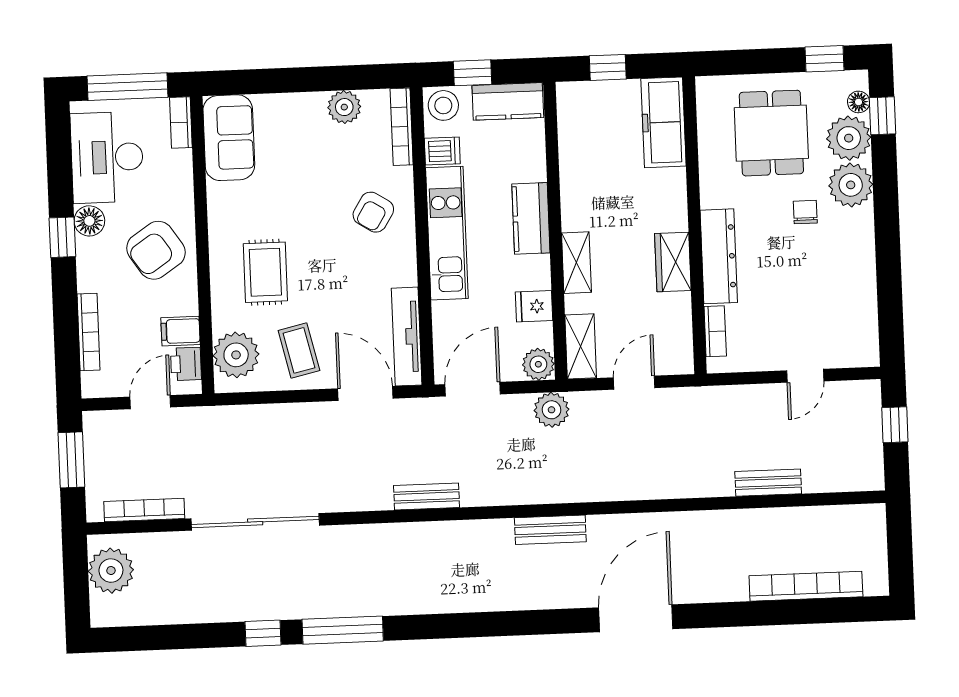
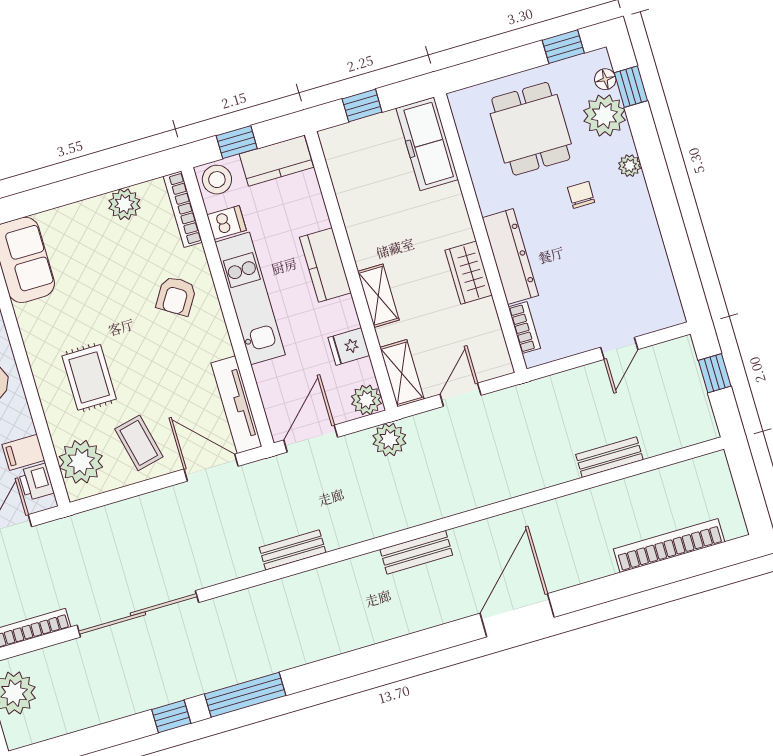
plant: (851, 185) -> (630, 166), width x0.53, depth x0.53

